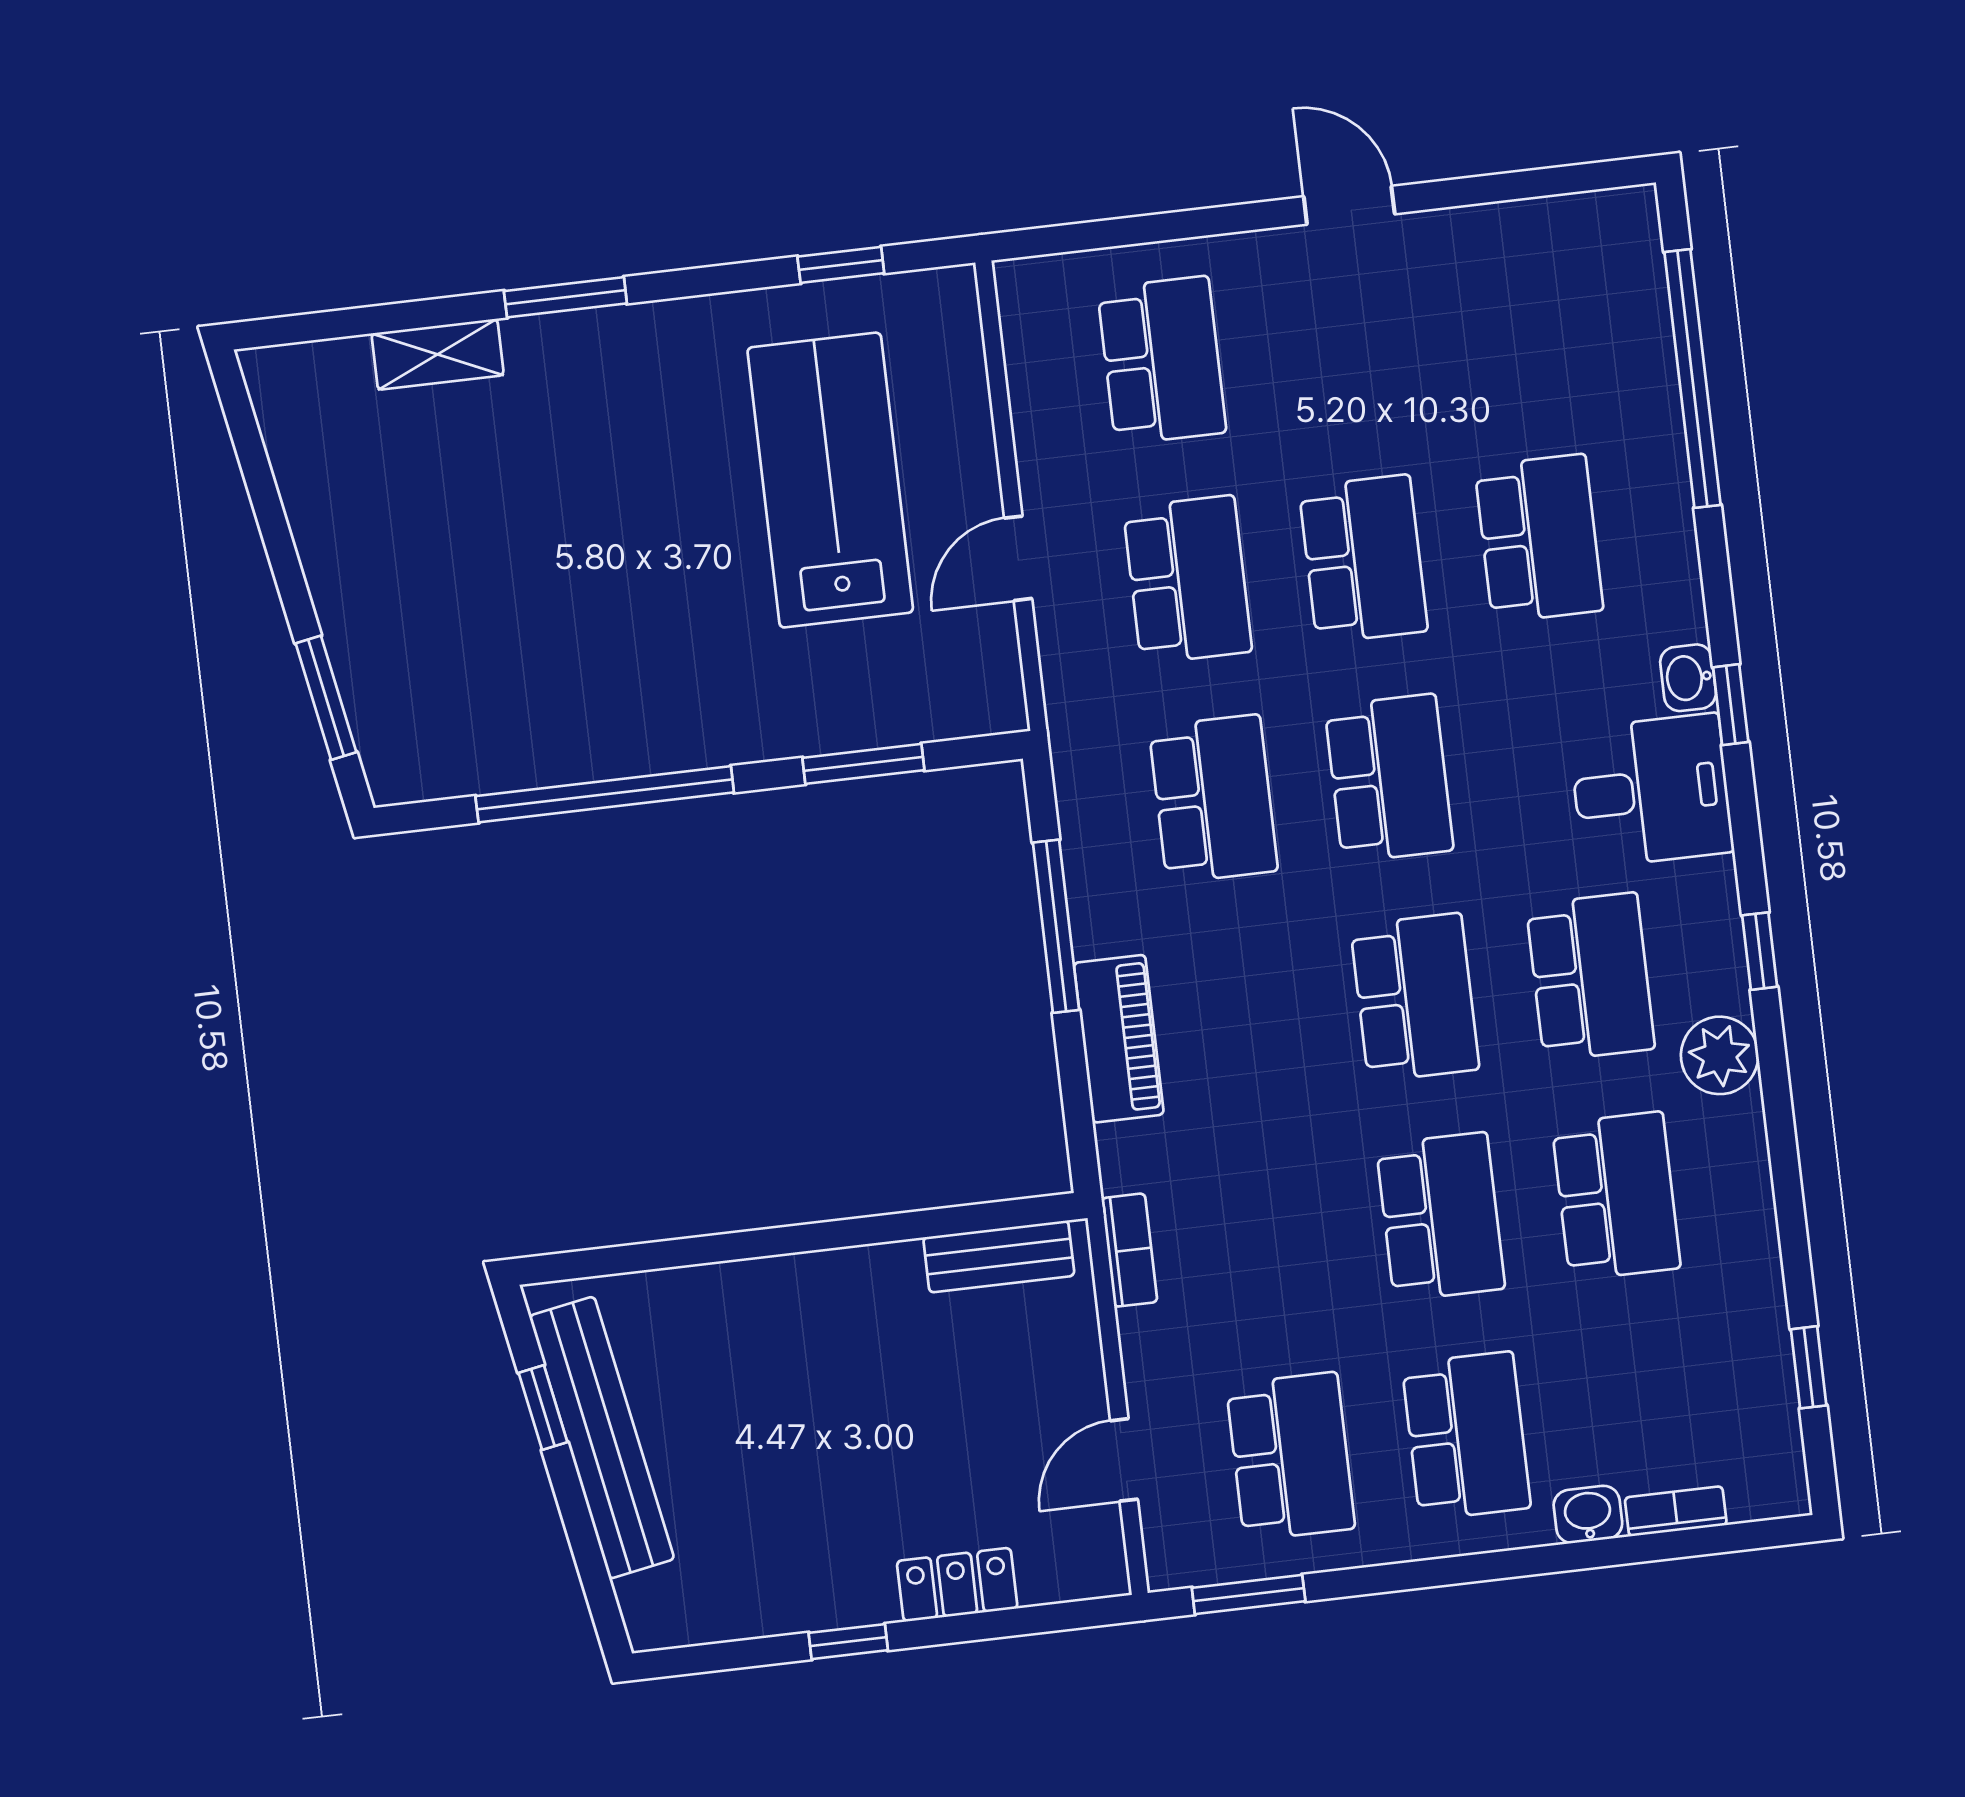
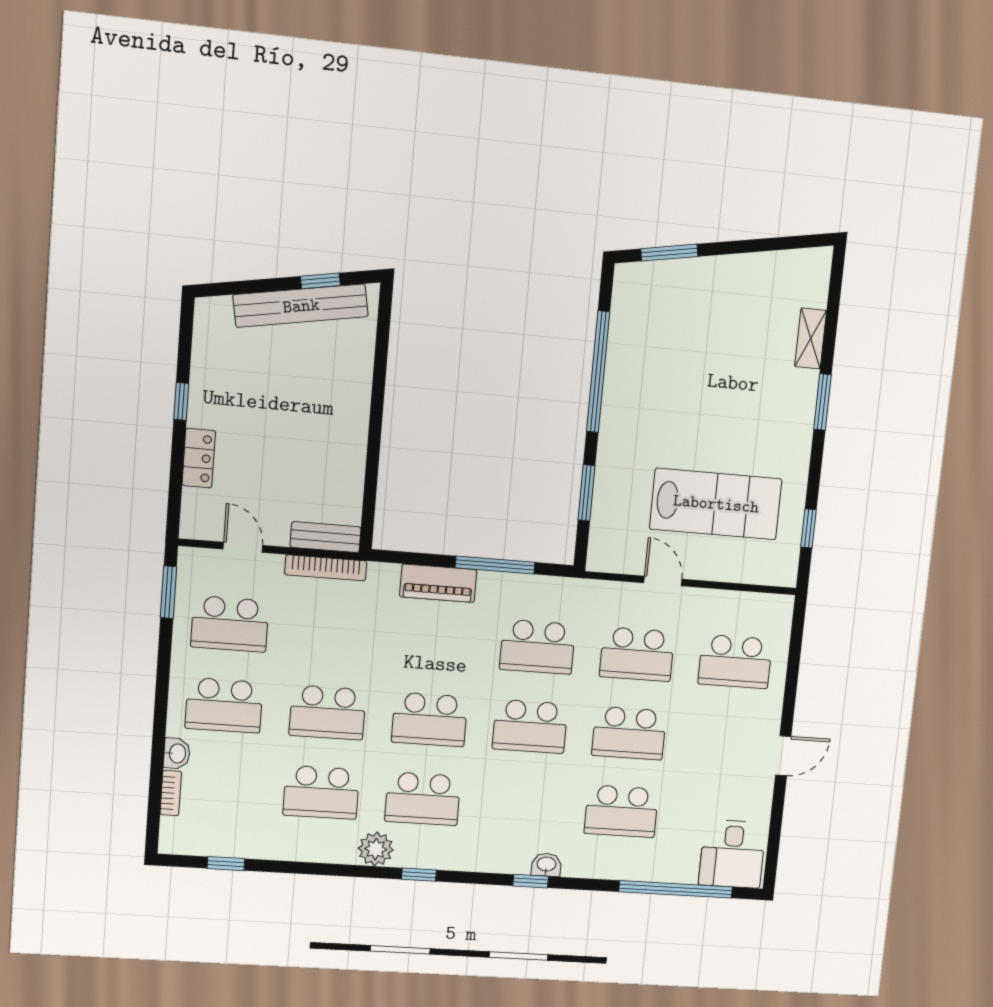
desk: (1651, 791) -> (732, 854), moved
bookcase: (1129, 1250) -> (326, 568), width x1.56
bench: (999, 1257) -> (326, 537), moved, turned 90

